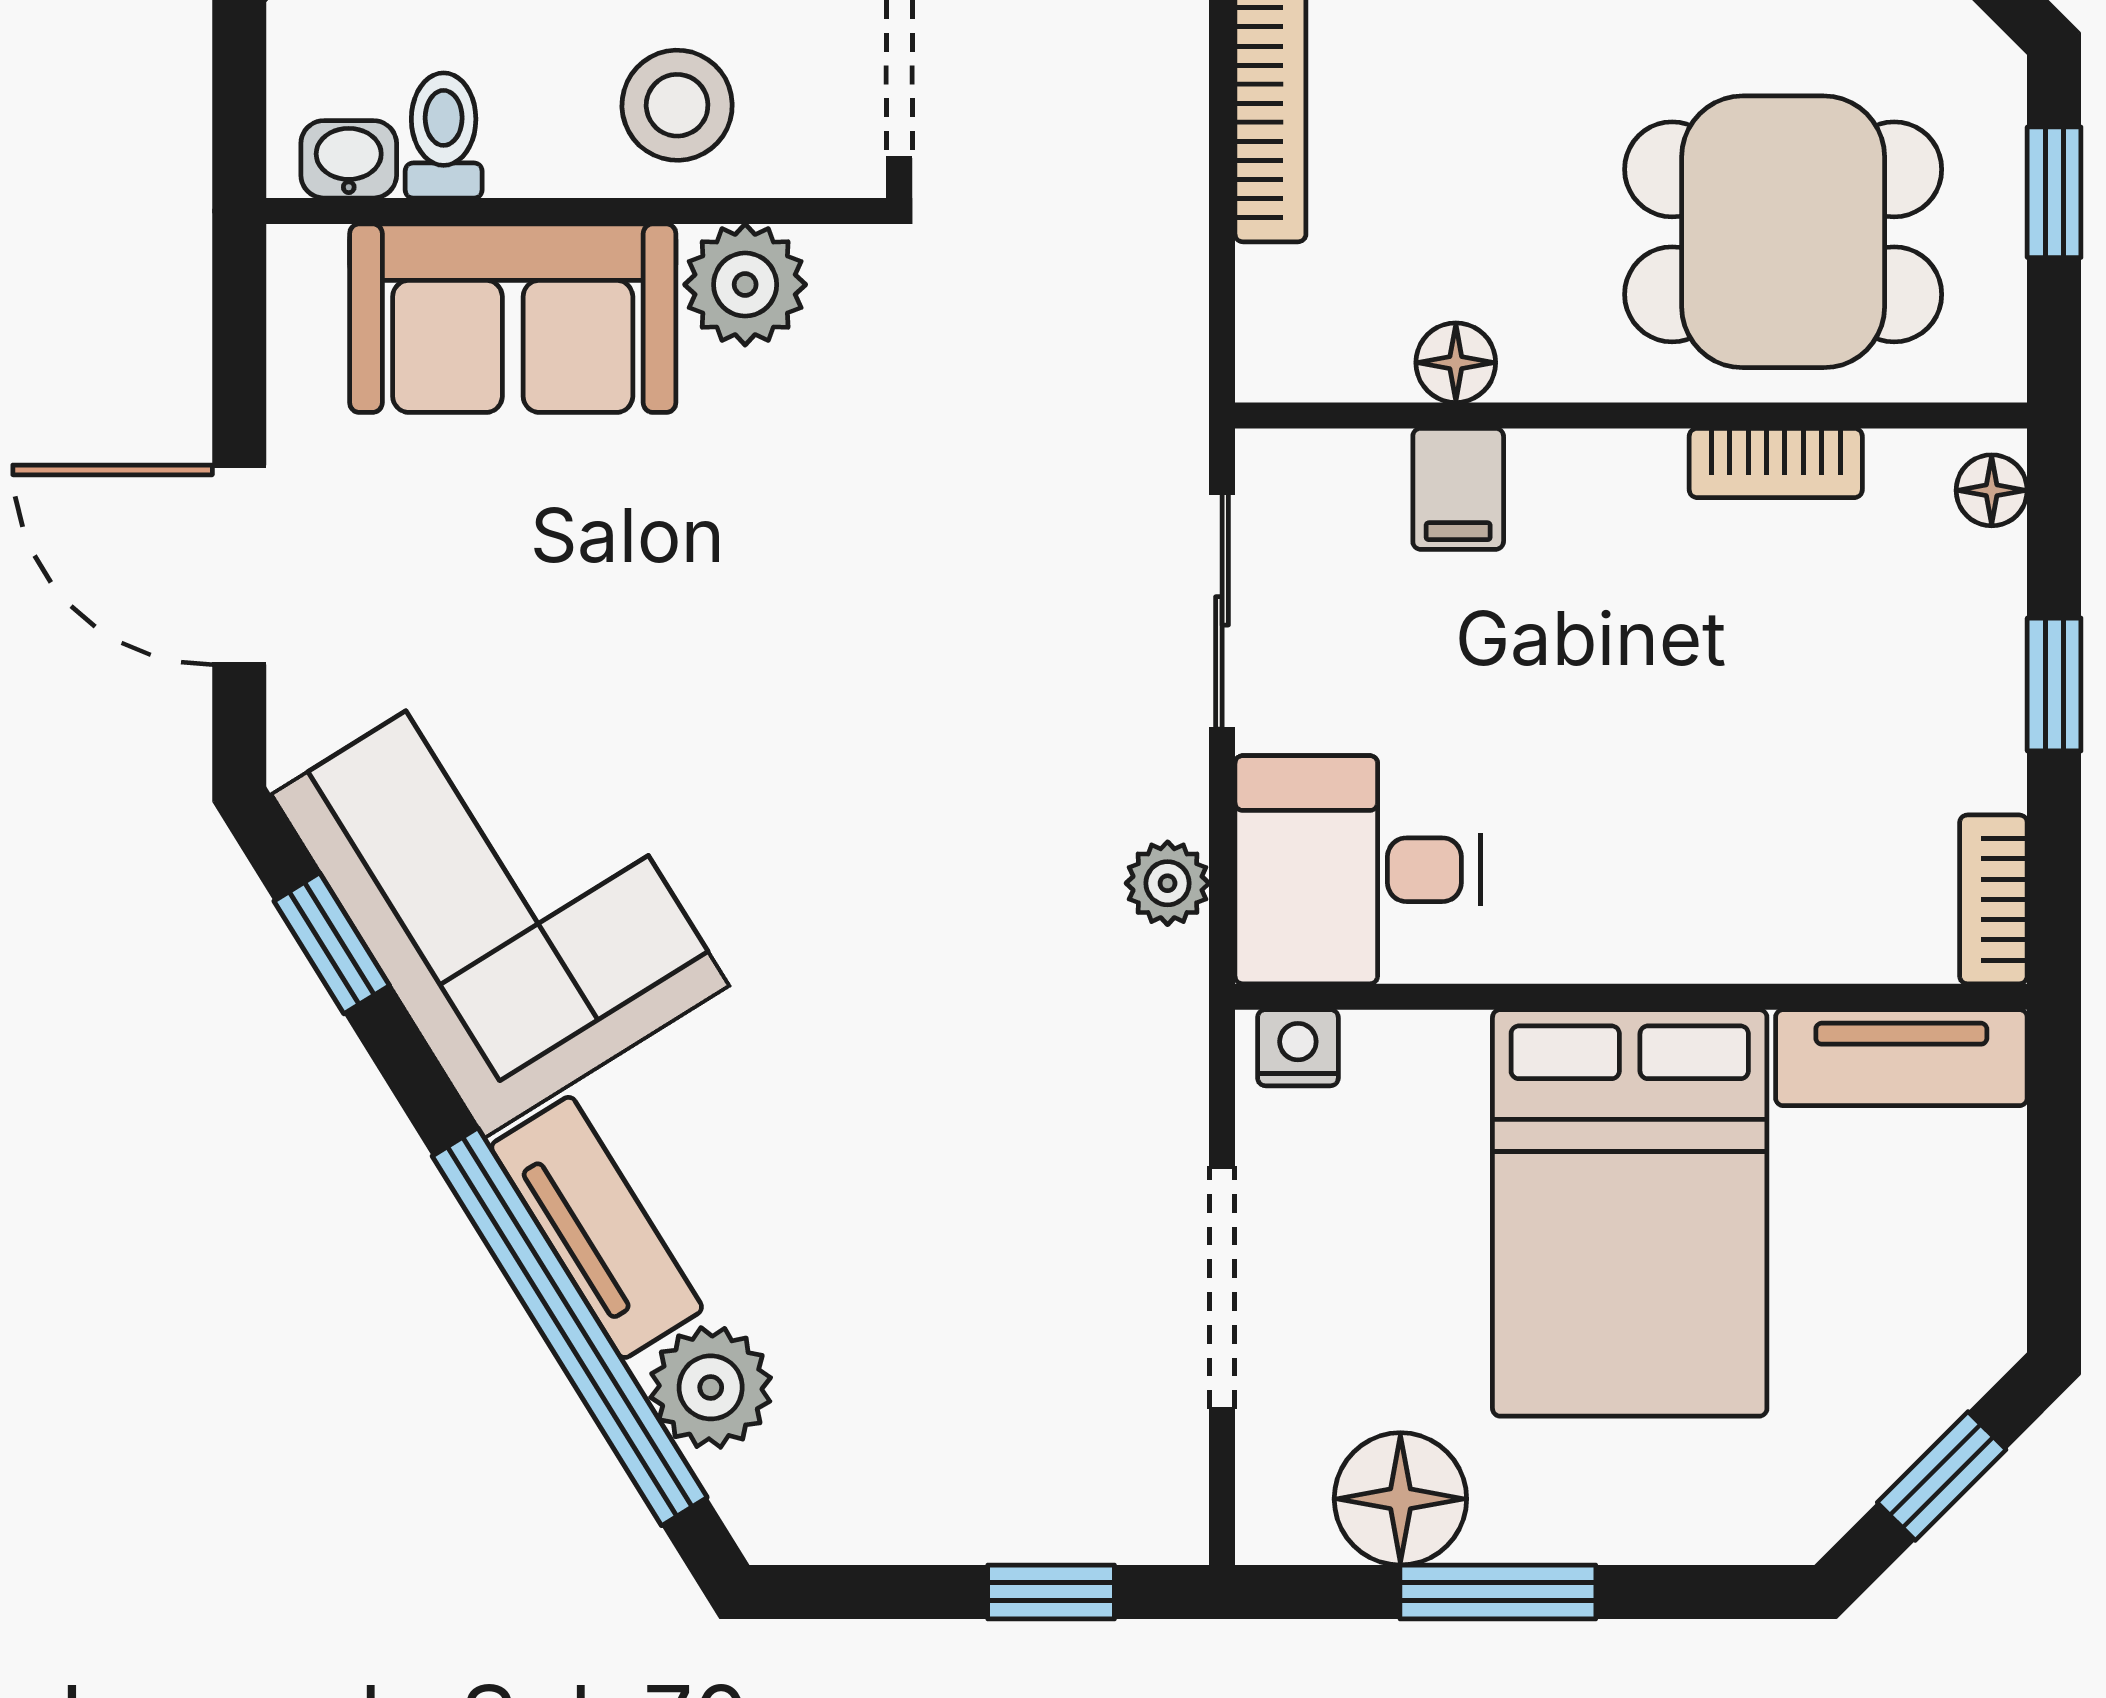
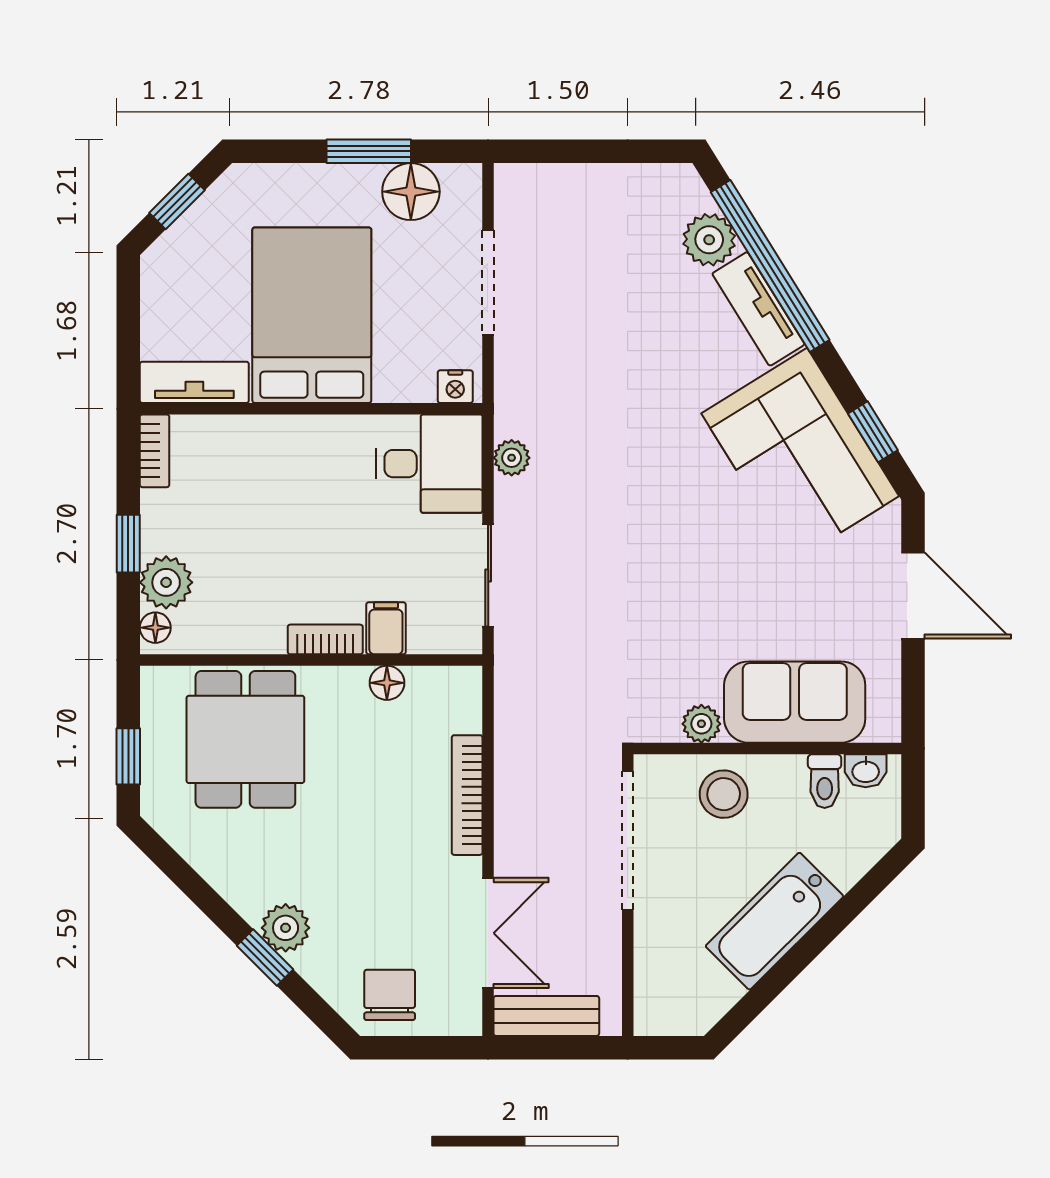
dining table: (1783, 232) -> (245, 739), turned 90
plant: (745, 285) -> (701, 724), width x0.73, depth x0.73
bookcase: (1776, 463) -> (325, 639), moved
plant: (1967, 595) -> (166, 582), added
window: (1051, 1592) -> (562, 151), removed

